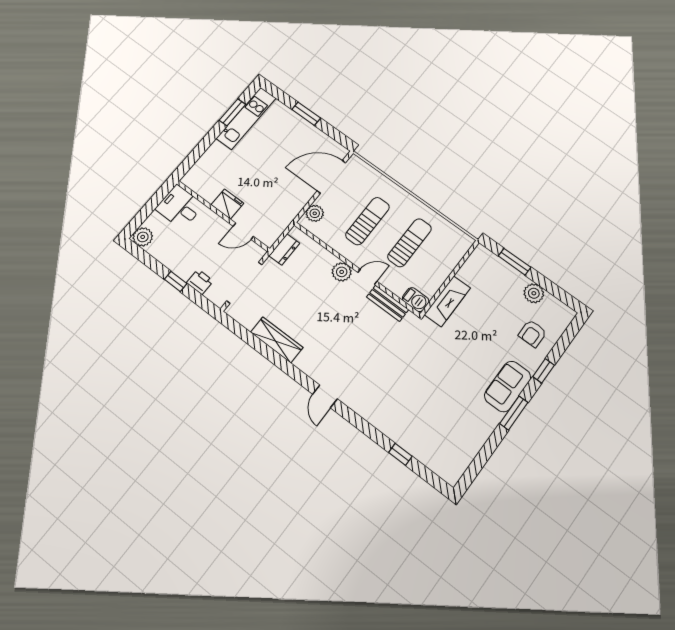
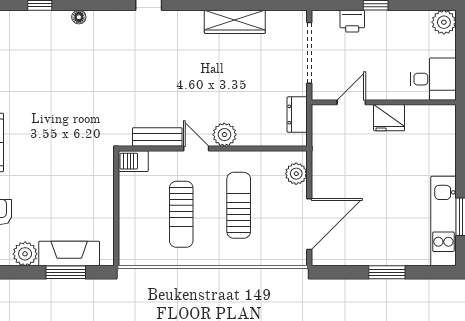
sun lounger: (368, 221) -> (239, 205), turned 180
door: (367, 277) -> (196, 149), swing flipped
fireplace: (447, 301) -> (69, 253), moved, turned 90
floor lamp: (380, 424) -> (79, 17), added

